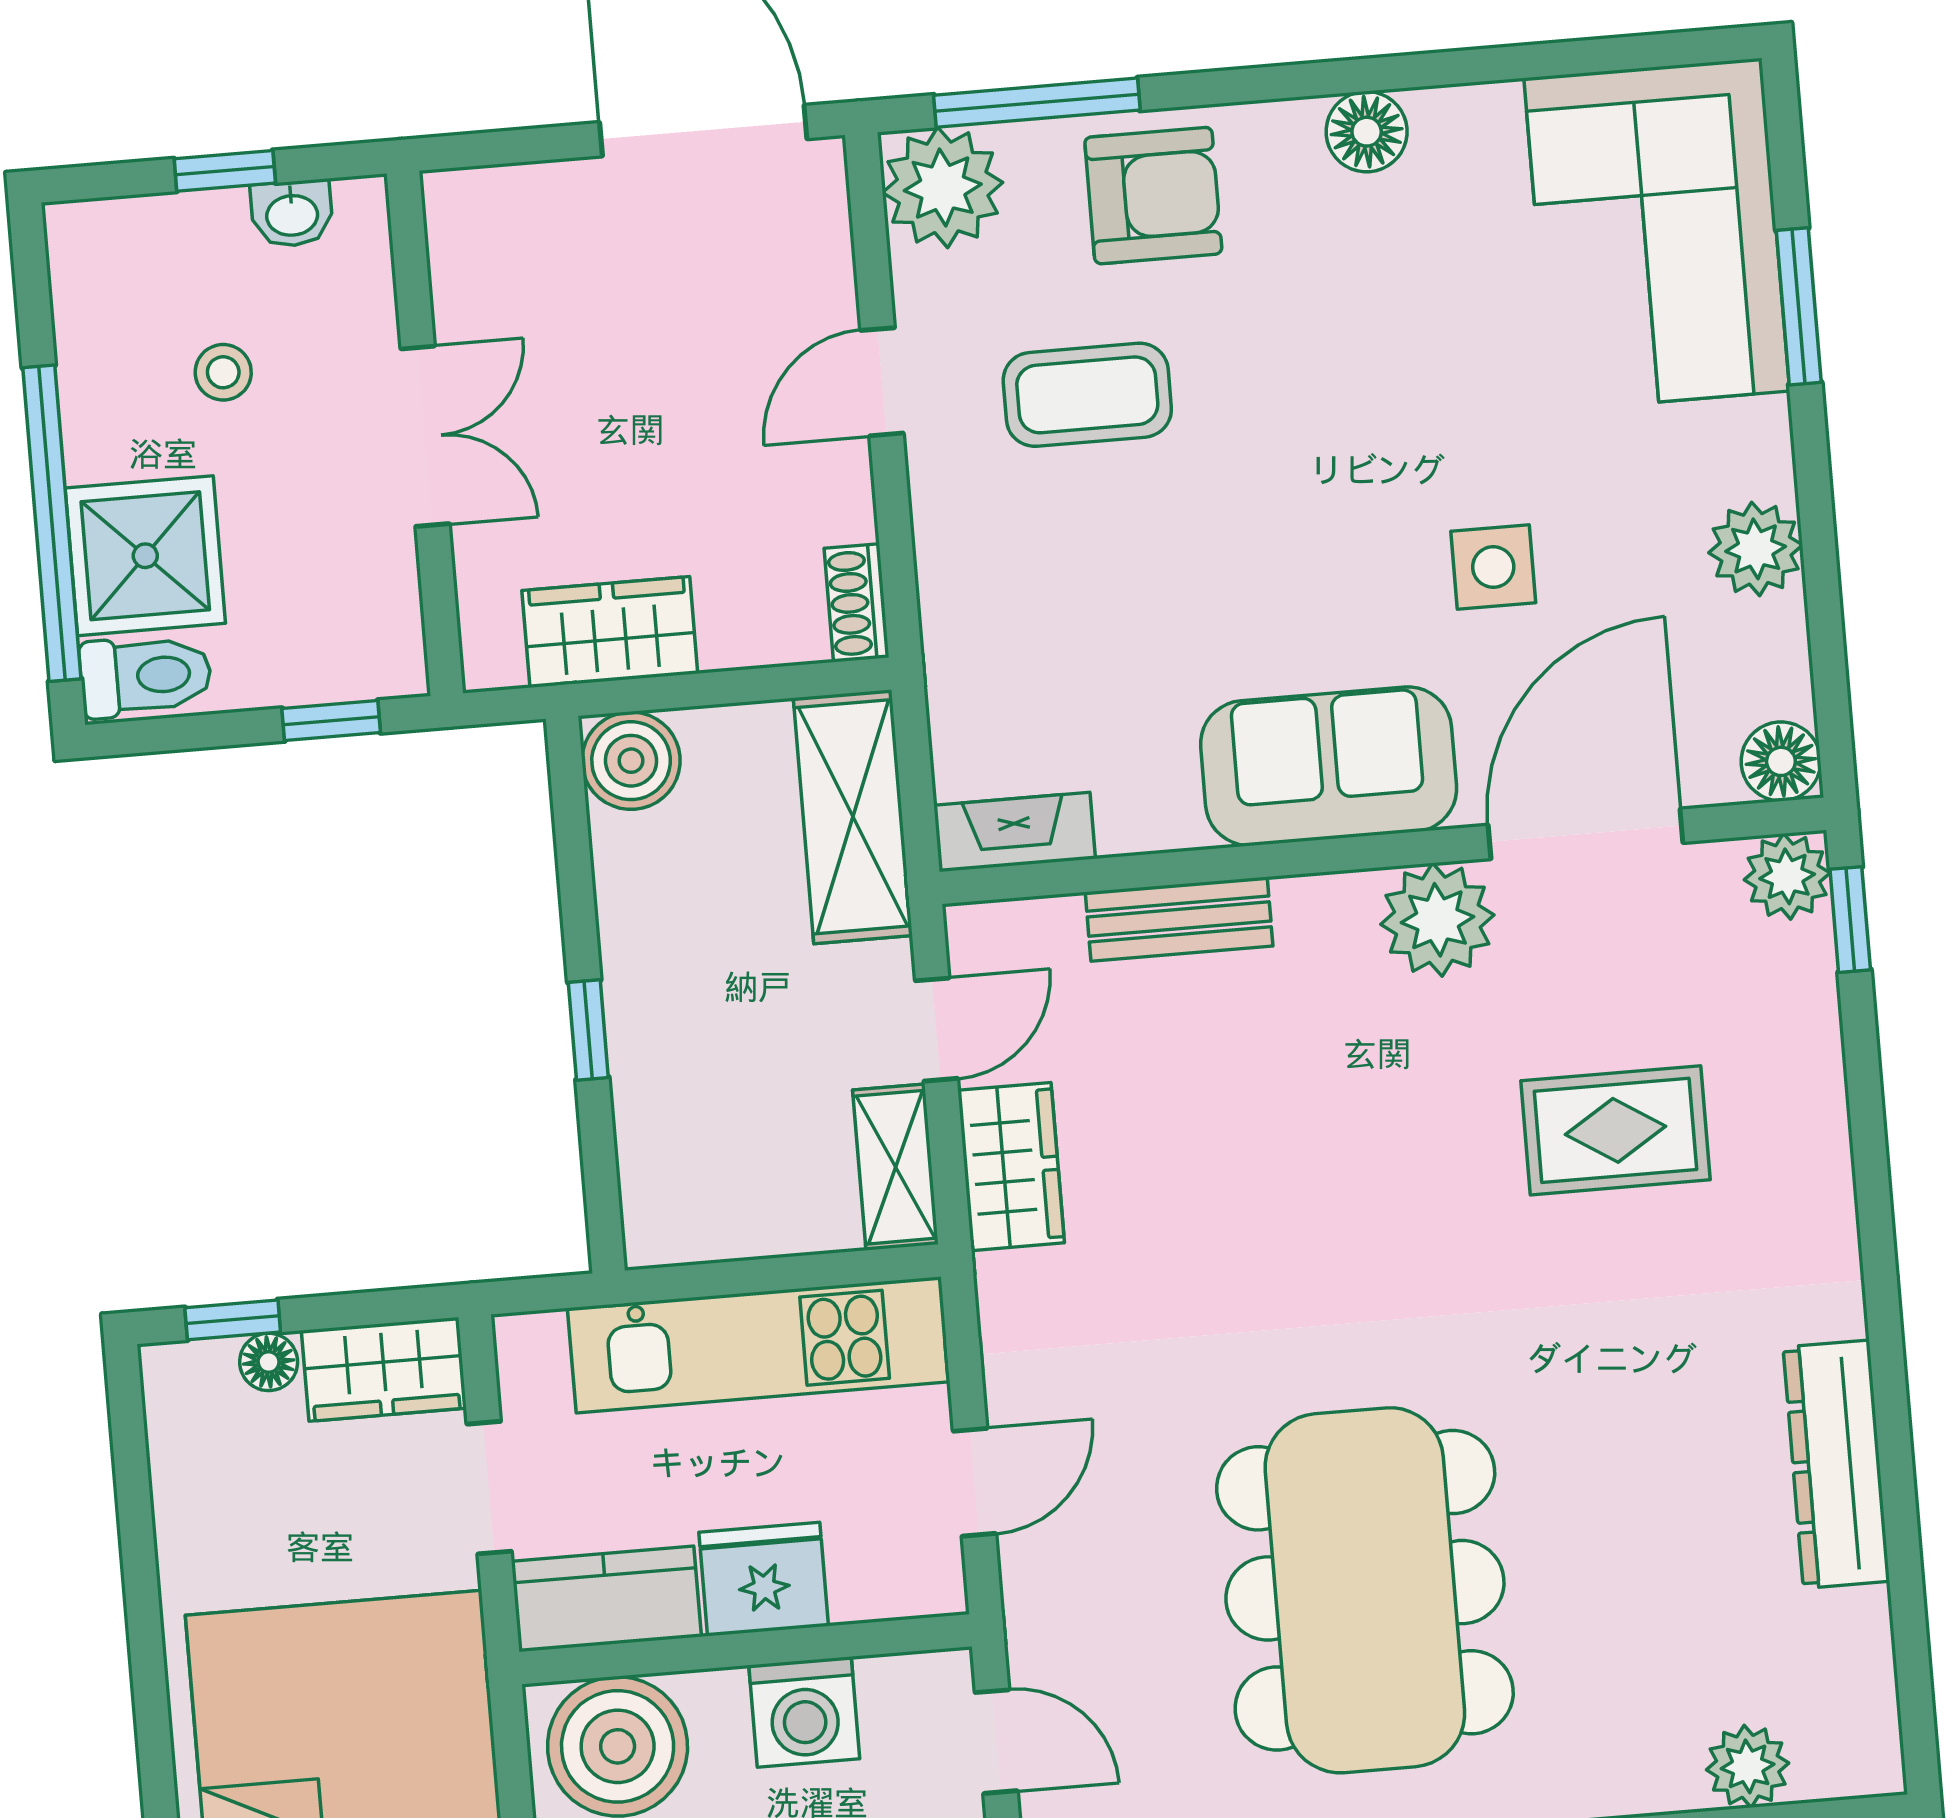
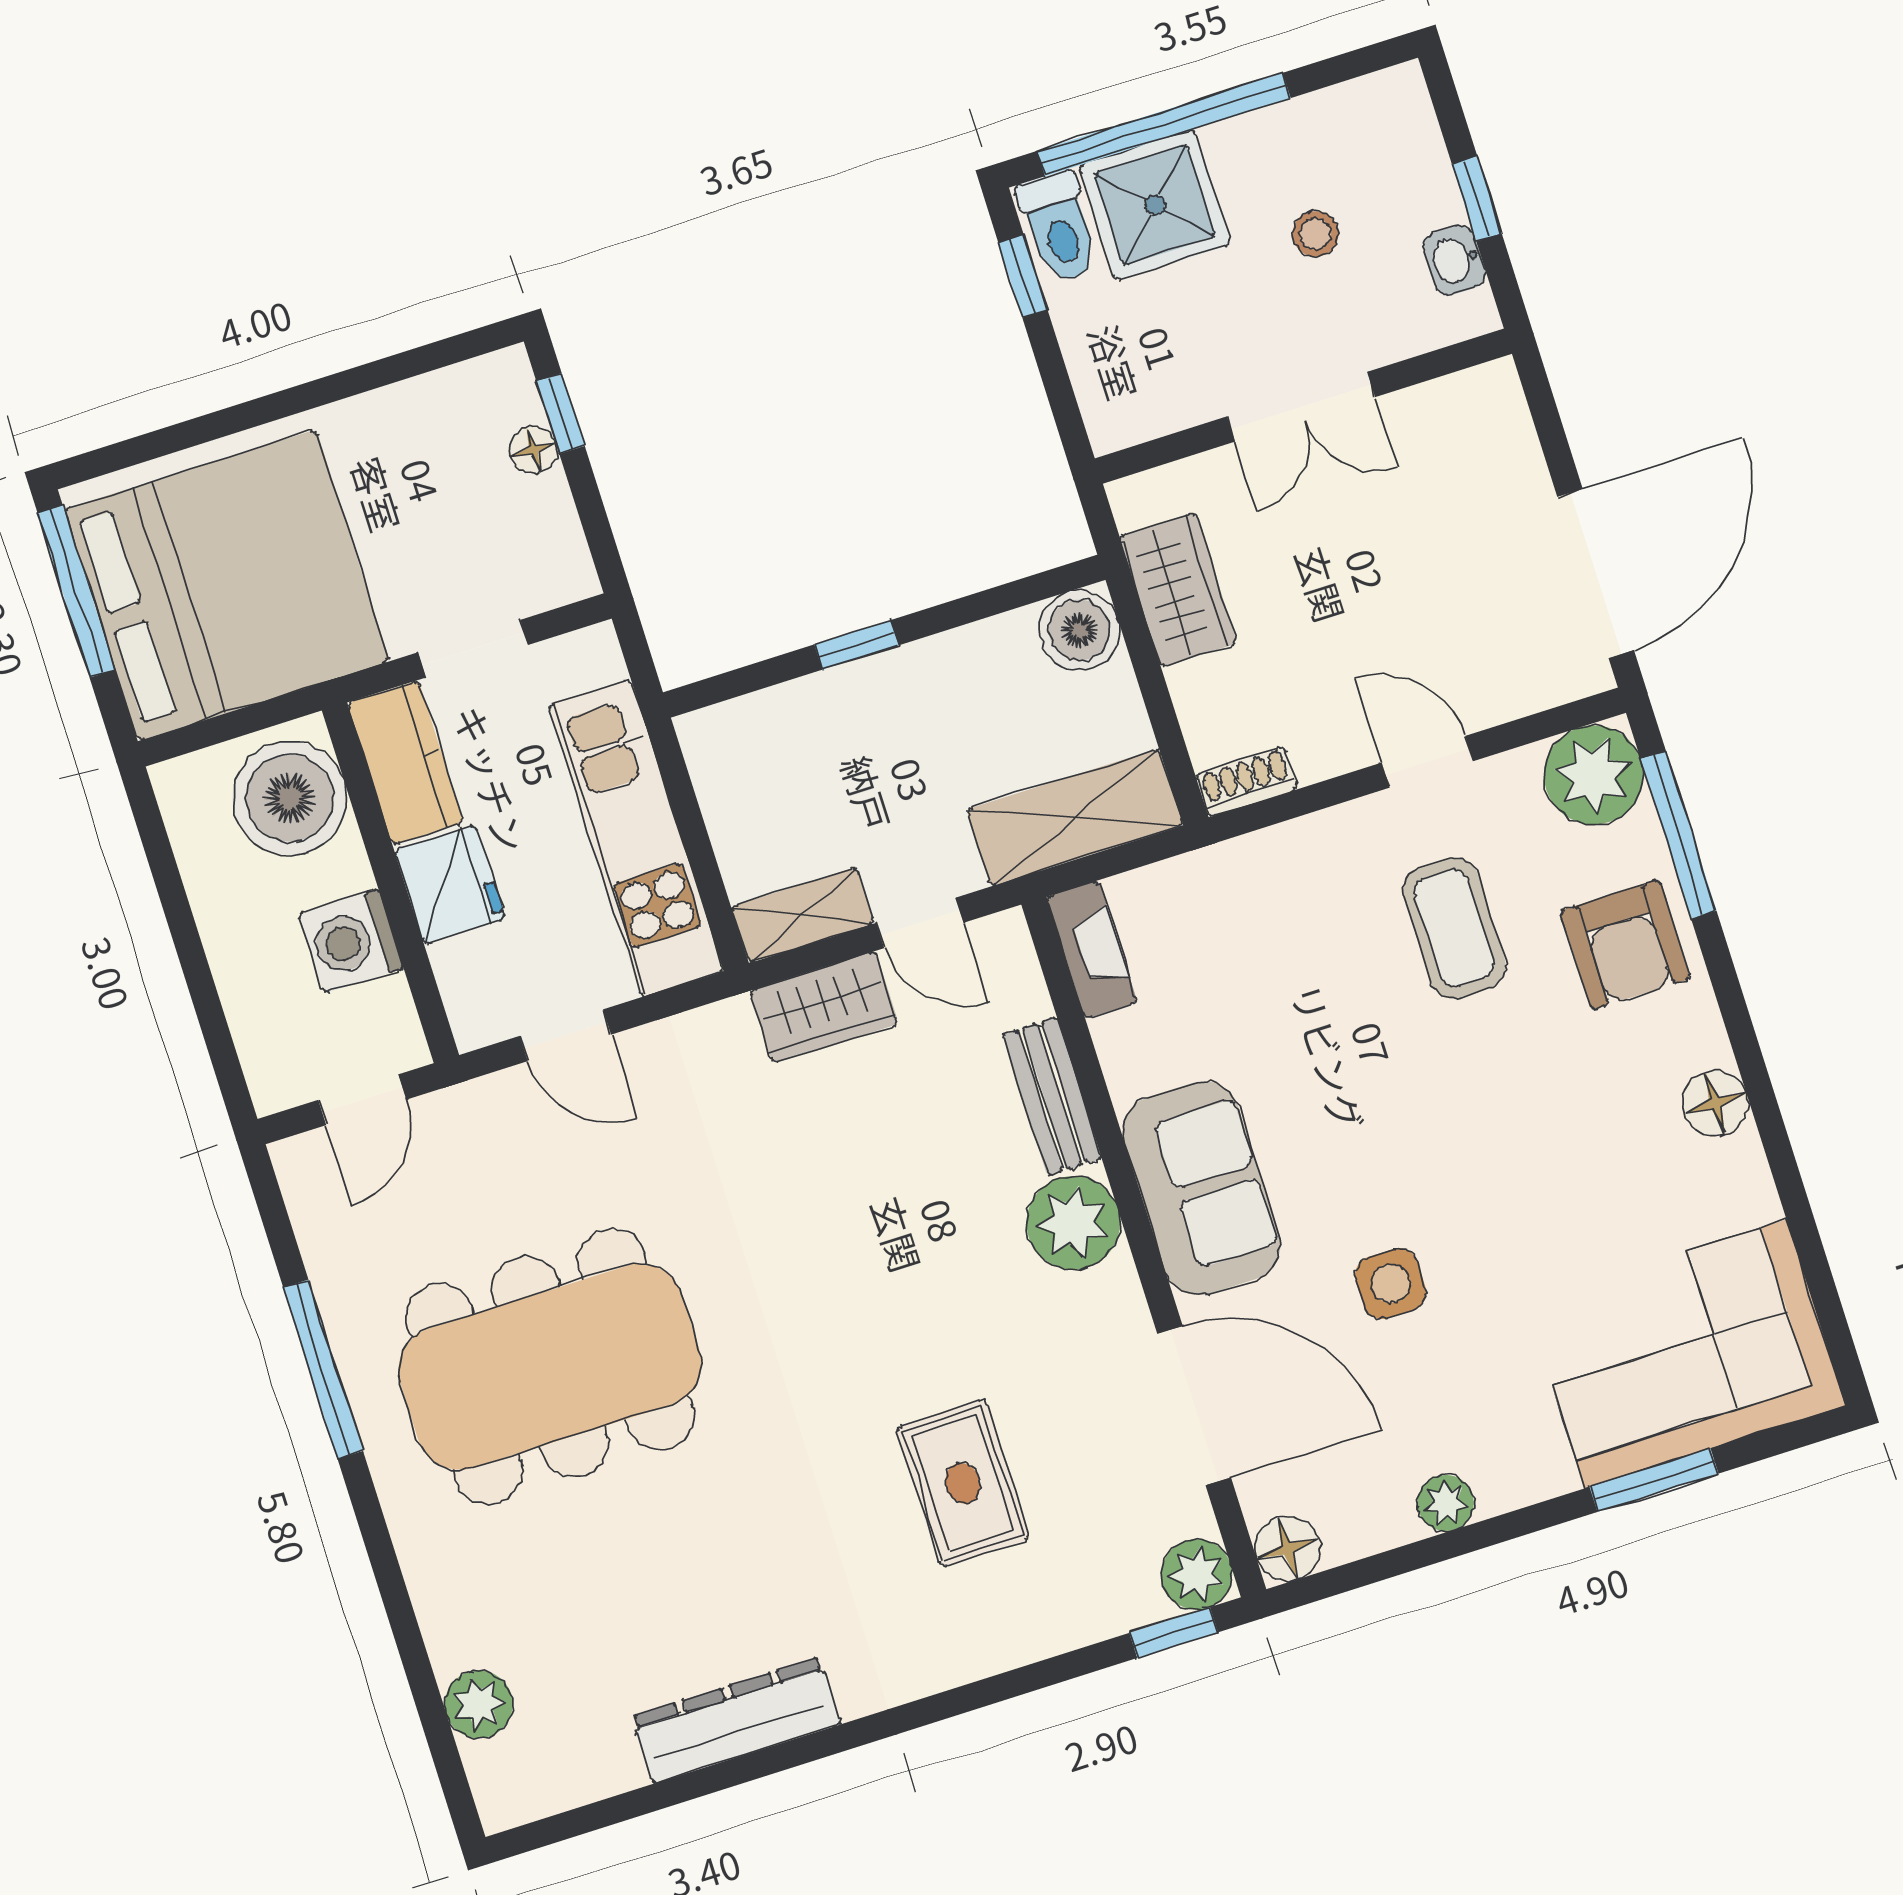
plant: (1756, 549) -> (1446, 1503), width x0.73, depth x0.73
window: (331, 721) -> (1023, 276), moved
plant: (1437, 920) -> (1073, 1223), moved
wardrobe: (384, 1369) -> (548, 543), removed

